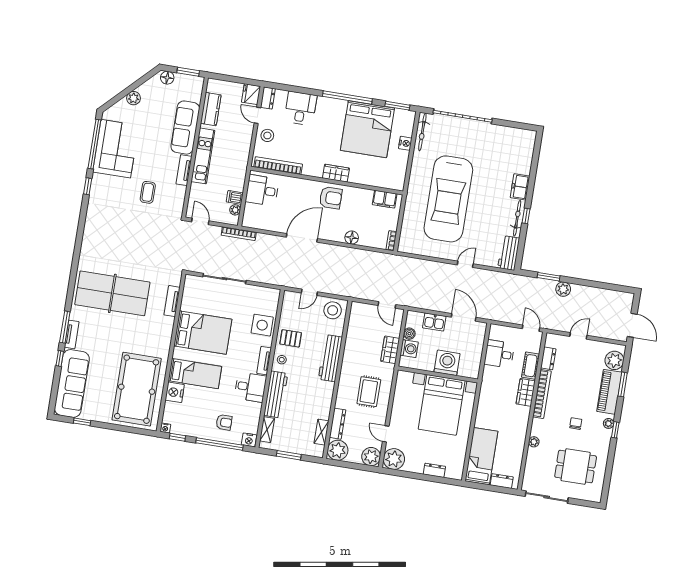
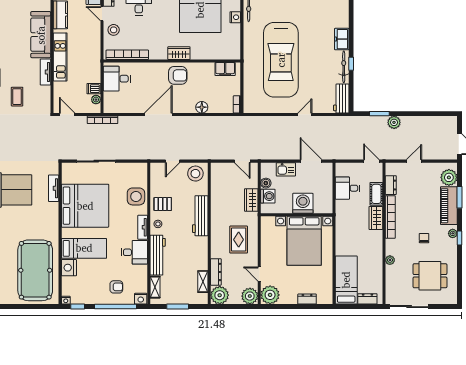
bed: (203, 333) -> (85, 206), width x1.36

